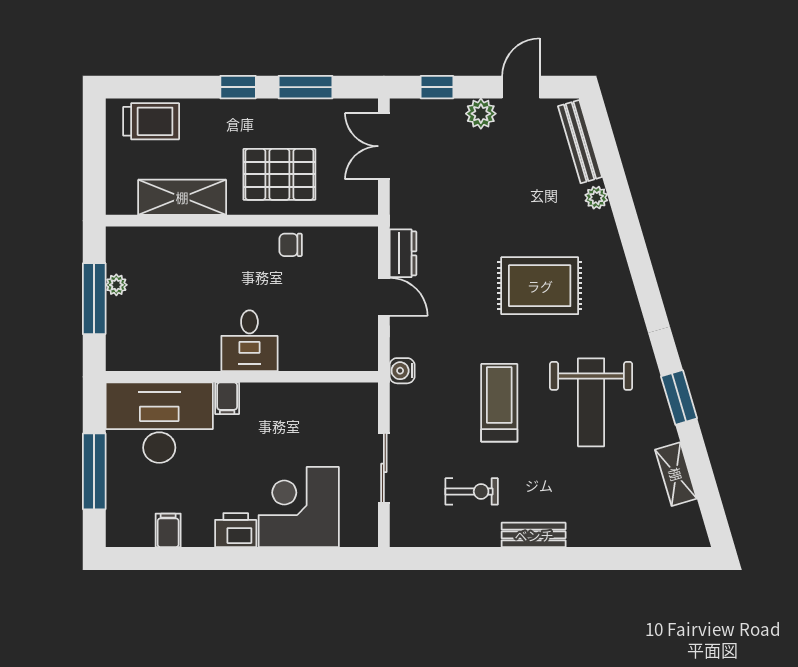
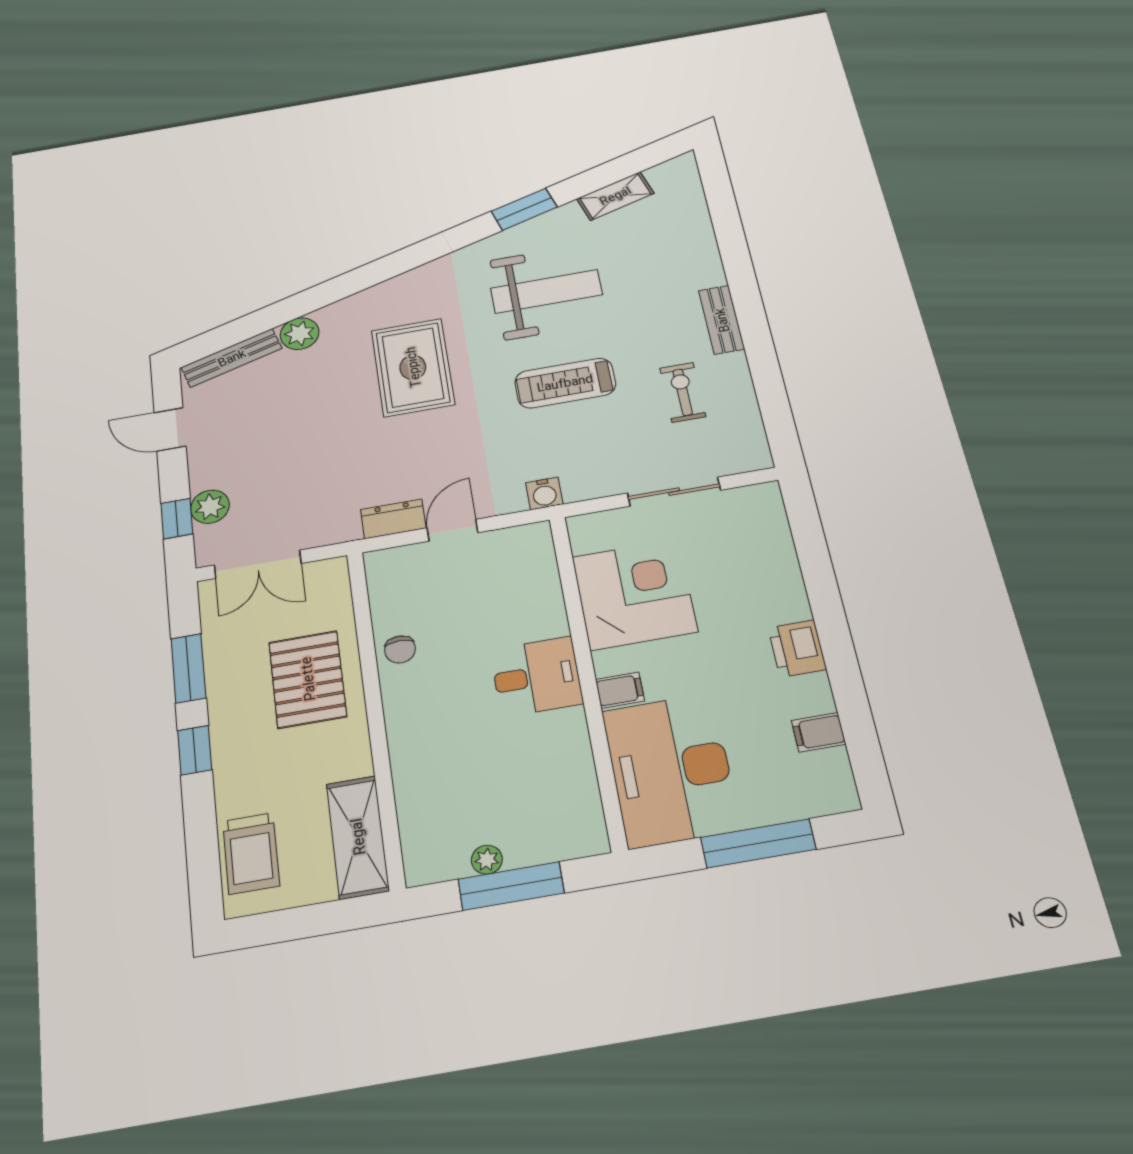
plant: (481, 114) -> (210, 507), moved
trolley: (151, 121) -> (251, 853), turned 180
shelving: (182, 197) -> (358, 837), moved
plant: (596, 198) -> (300, 334), width x1.38, depth x1.38
corner desk: (299, 507) -> (634, 594), moved, turned 180

